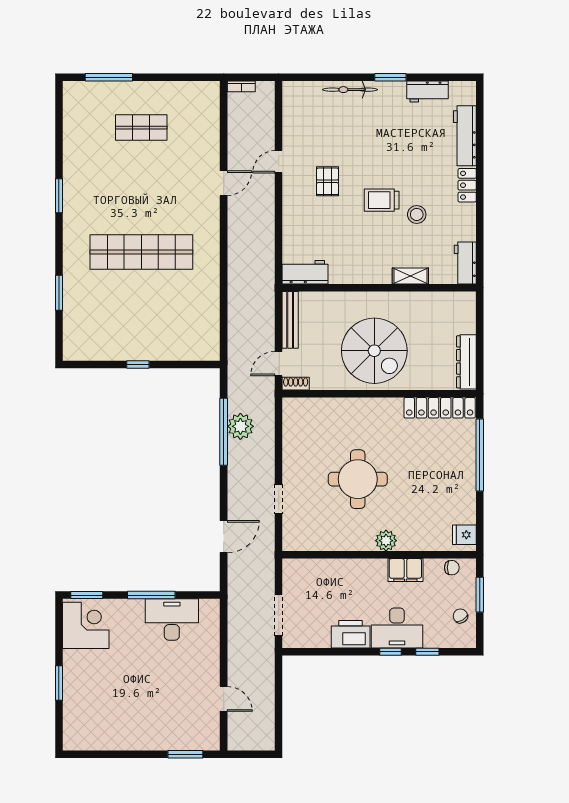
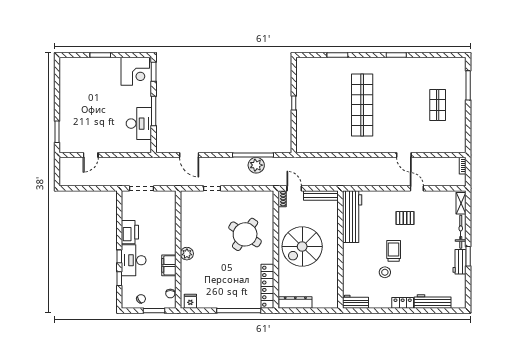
workbench: (428, 92) -> (460, 262), moved
workbench: (305, 272) -> (352, 217), width x1.87, depth x1.32
shelving: (410, 276) -> (461, 203), moved
round table: (358, 479) -> (245, 234), moved, turned 34

